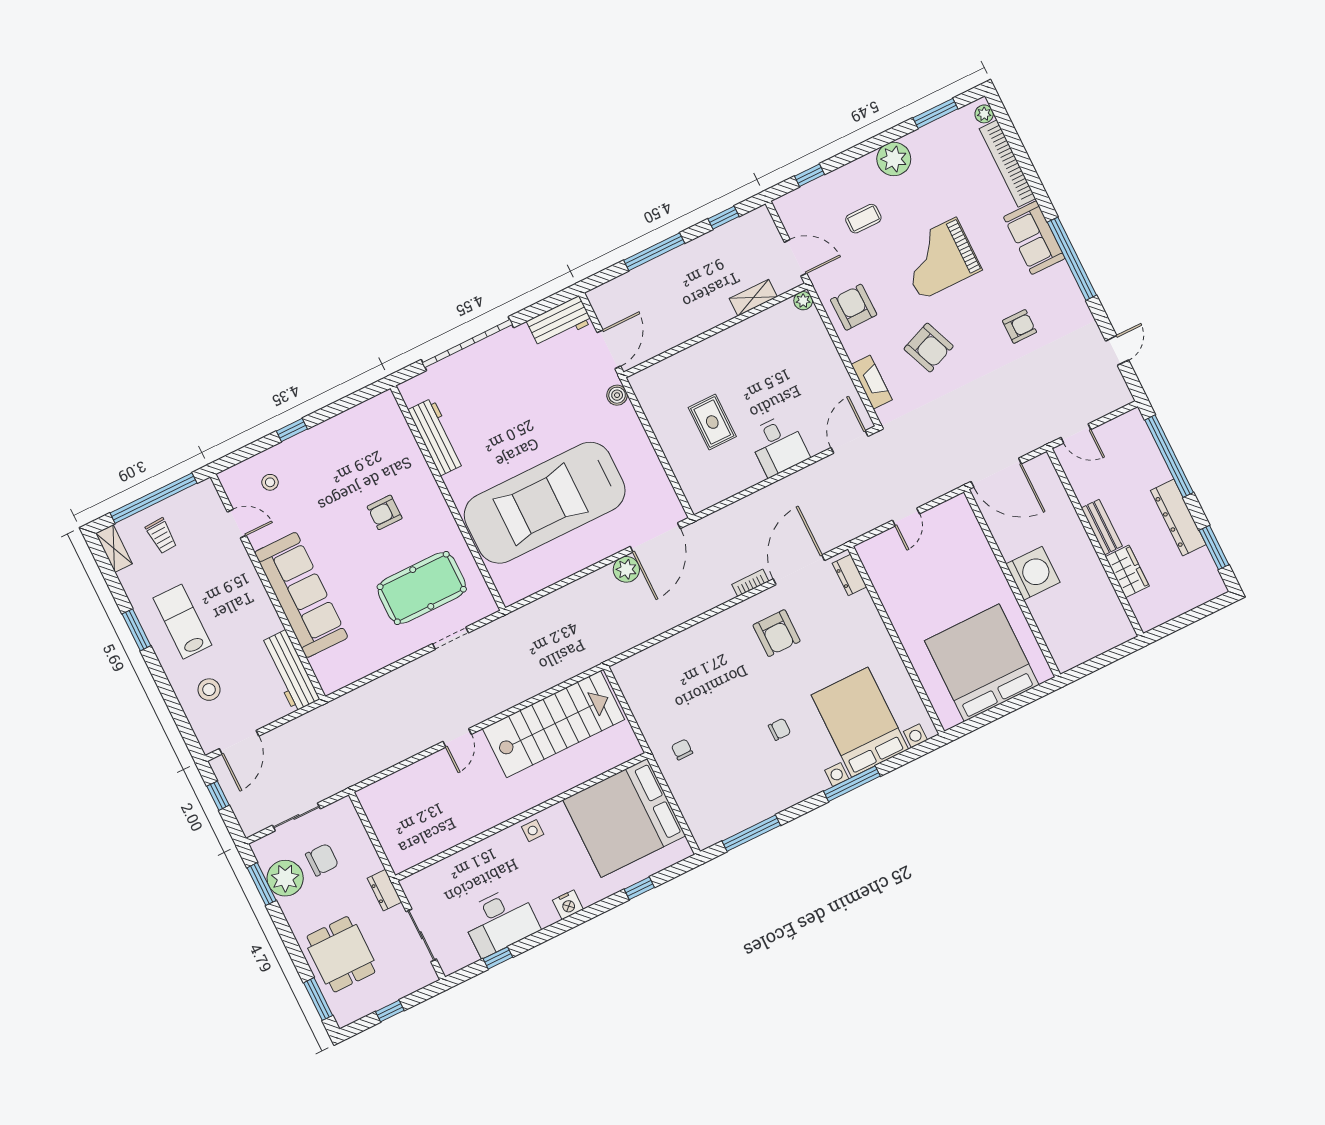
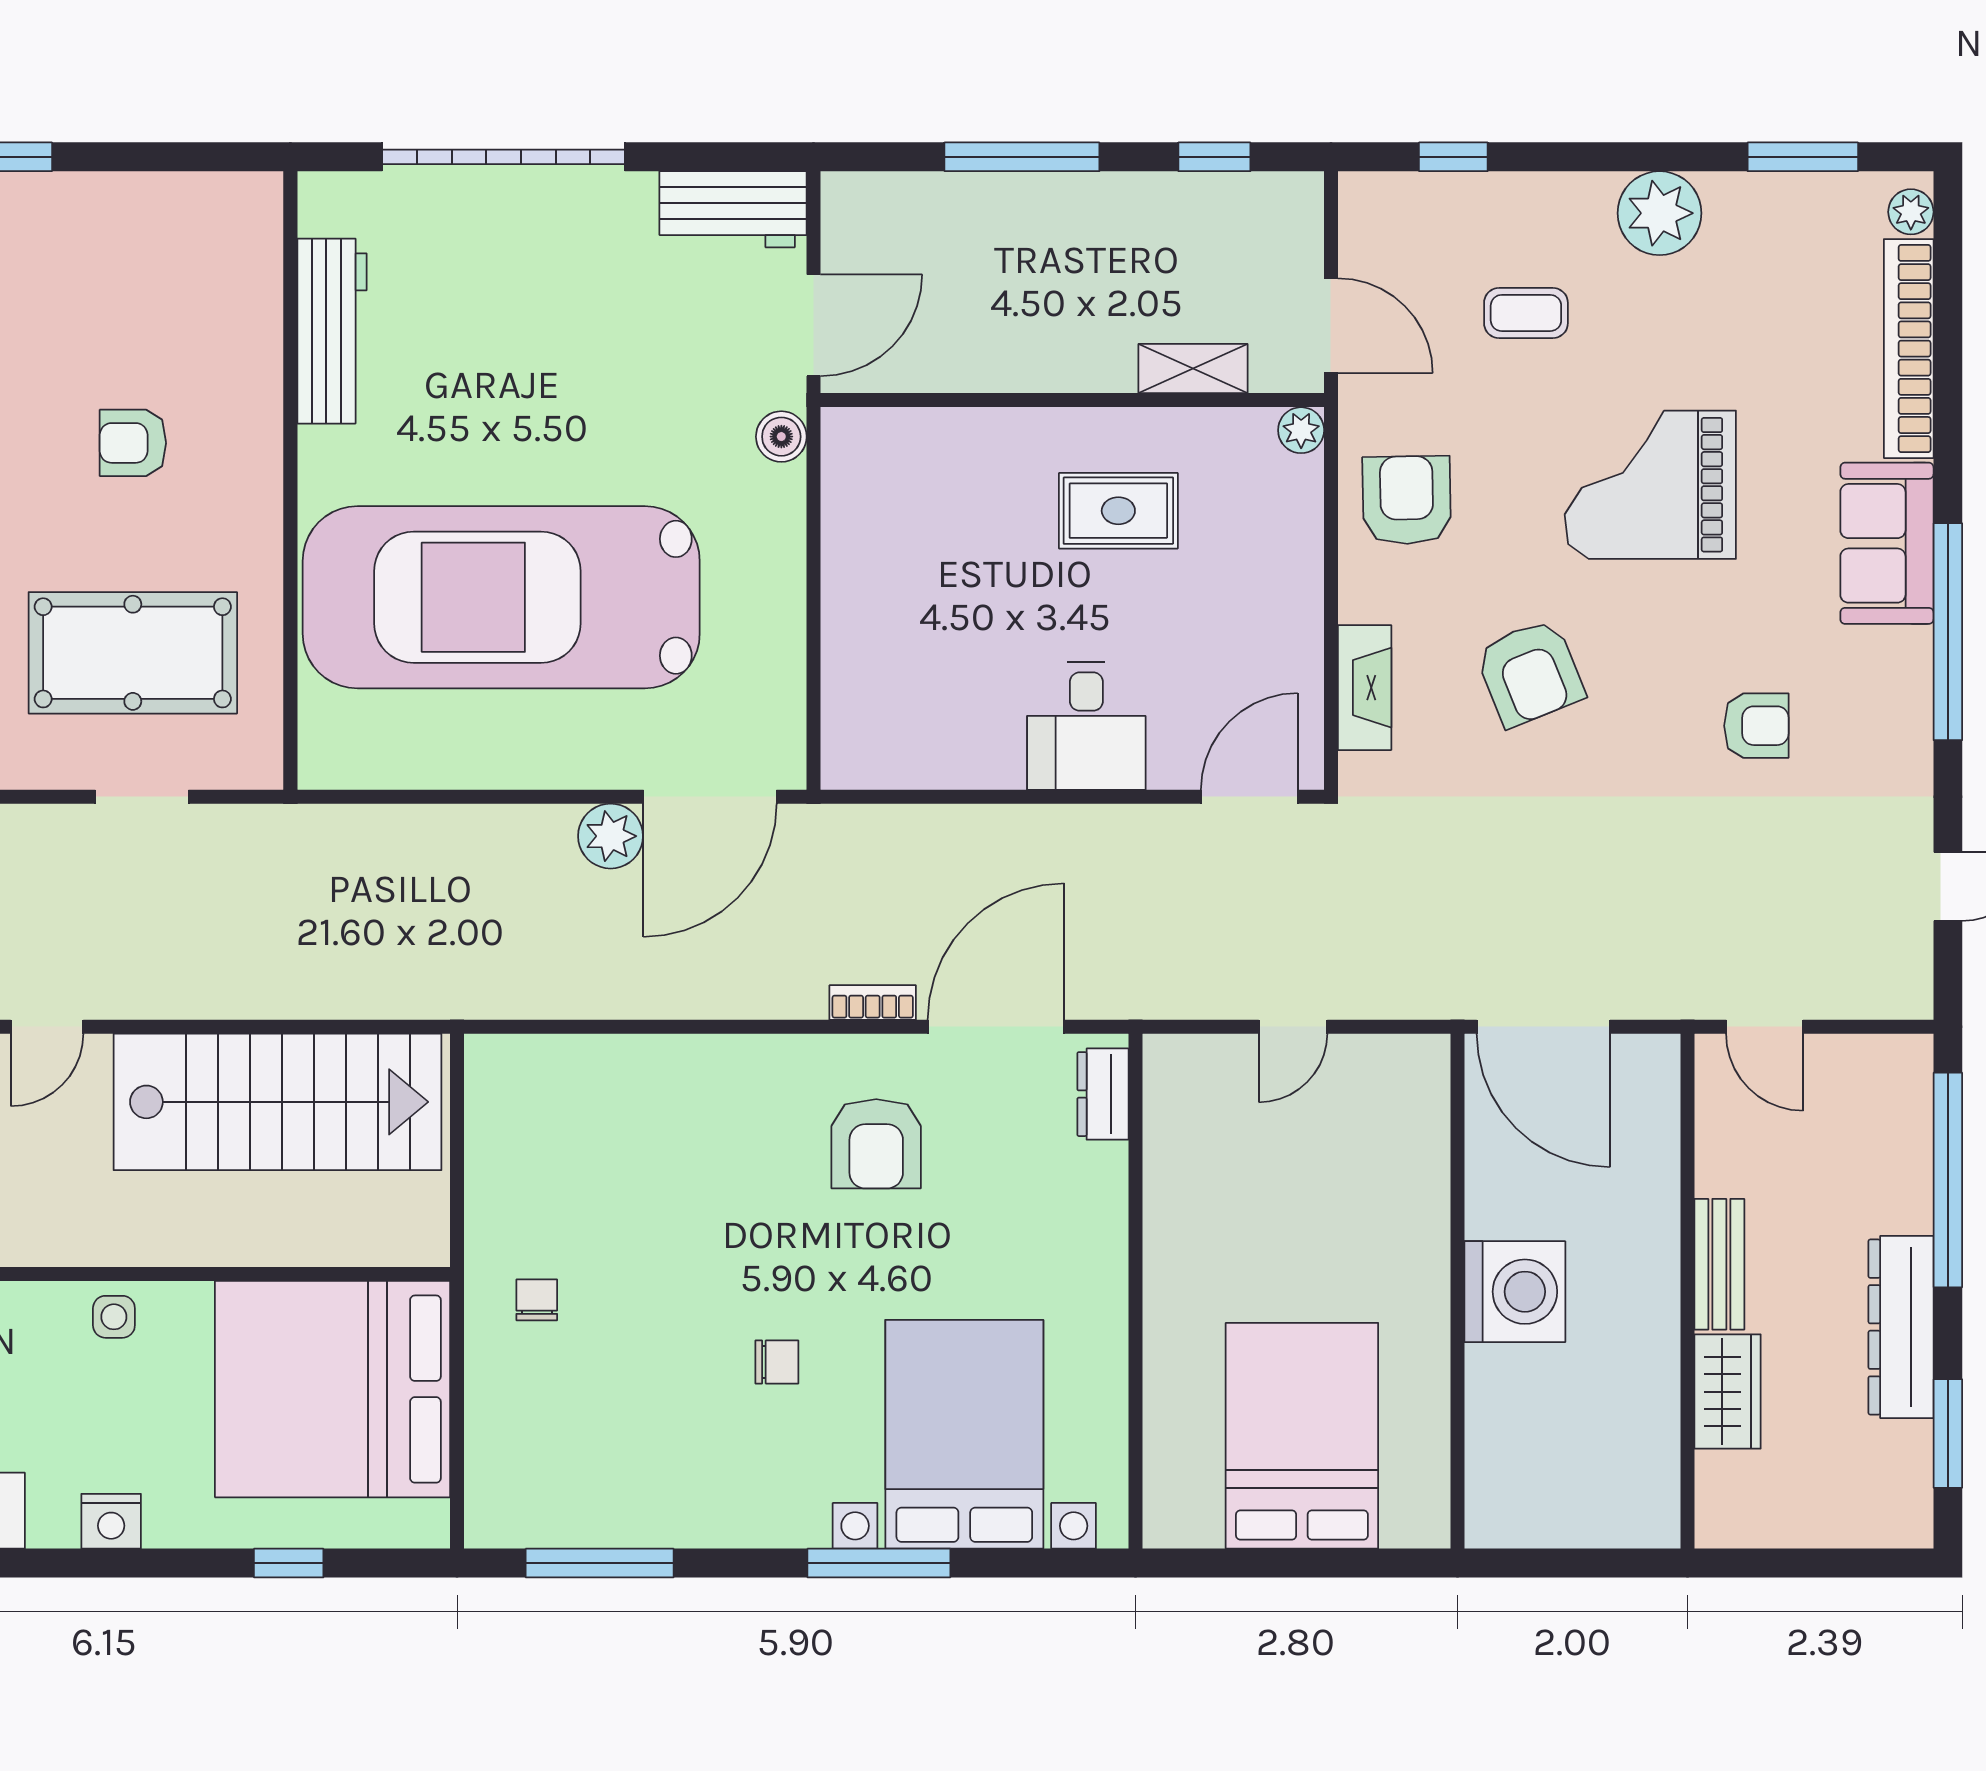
rug: (712, 422) -> (1118, 511), moved, turned 90
bed: (982, 663) -> (1302, 1436), width x0.73

